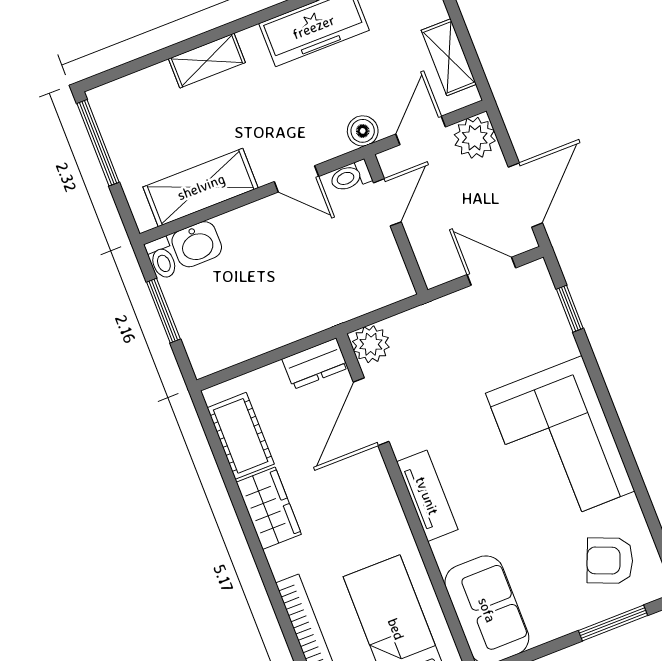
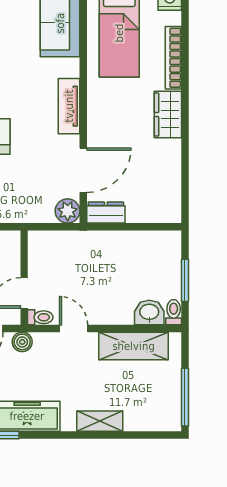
cot: (241, 436) -> (168, 186), removed
wardrobe: (269, 508) -> (168, 115), moved

